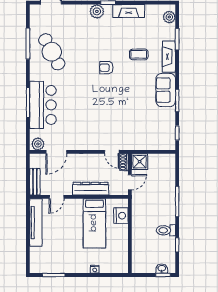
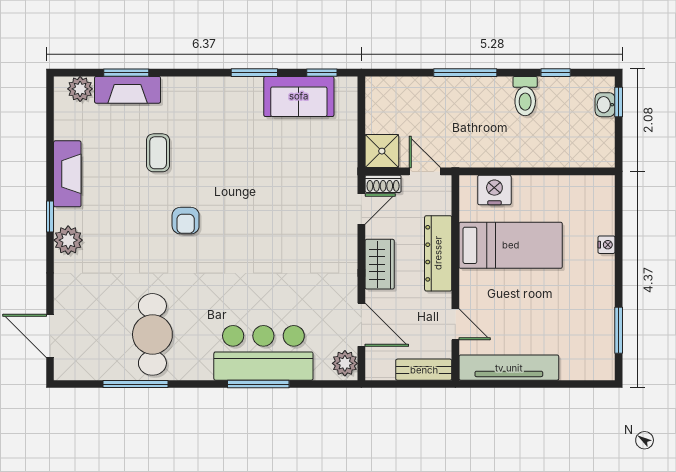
cafe table: (52, 52) -> (152, 334), turned -62
fireplace: (169, 57) -> (128, 90), moved
sofa: (166, 90) -> (299, 96), moved
wardrobe: (85, 161) -> (380, 264), added

